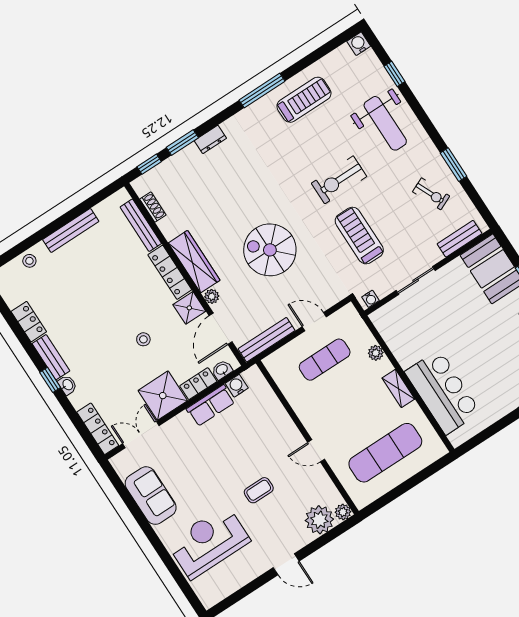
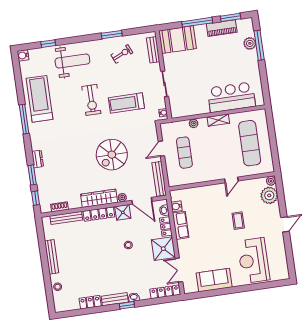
treadmill: (304, 100) -> (39, 99), width x1.37, depth x1.38

